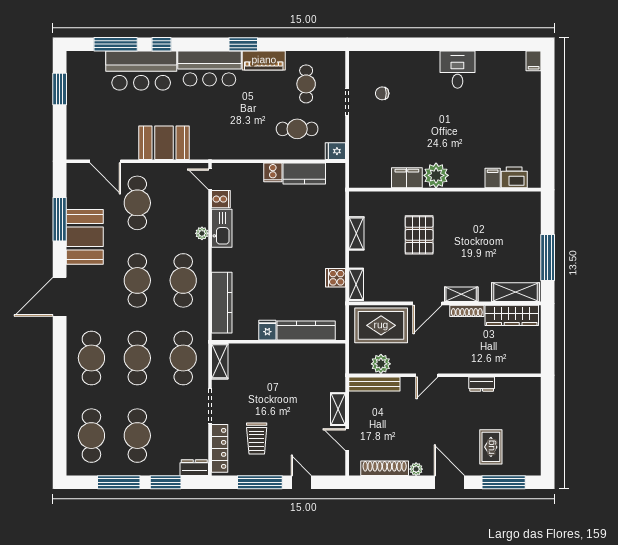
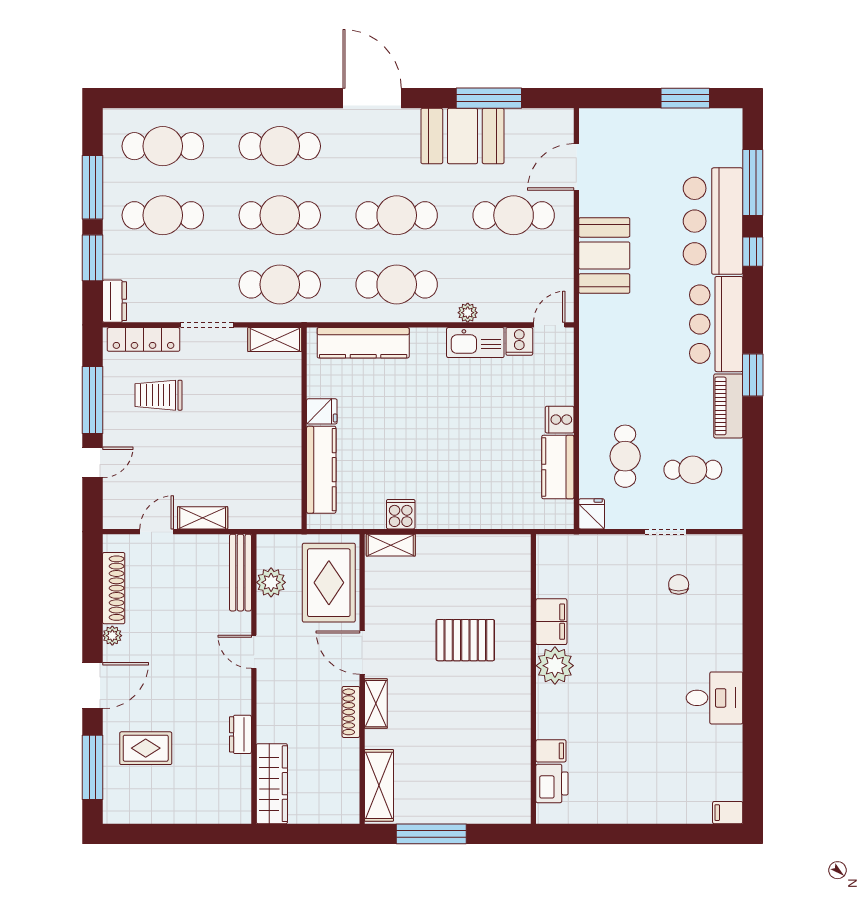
shelving: (356, 233) -> (467, 545), removed
wardrobe: (512, 315) -> (272, 784), moved, turned 180

